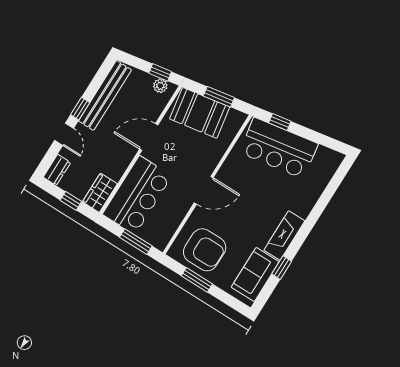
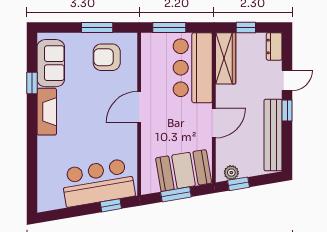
door: (64, 134) -> (287, 80), swing flipped
wardrobe: (100, 193) -> (226, 58), width x1.50
armchair: (205, 250) -> (107, 57), width x0.73, depth x0.73

